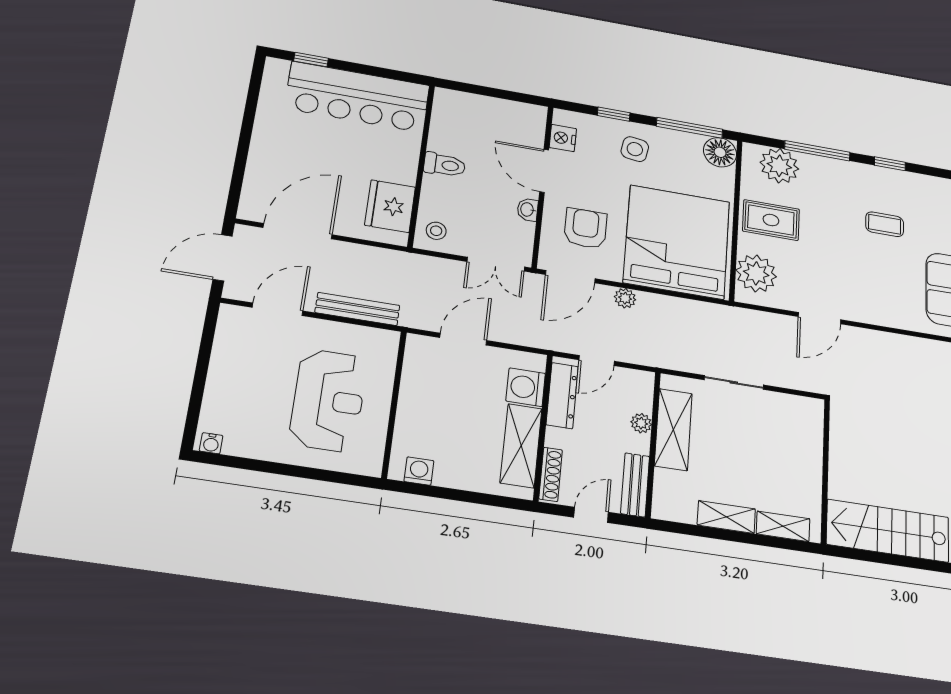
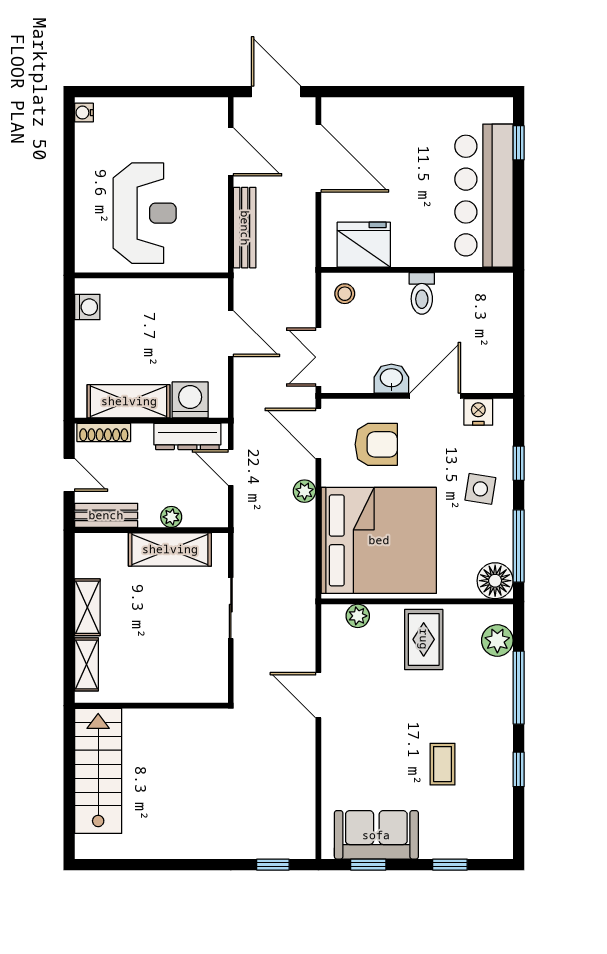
plant: (779, 166) -> (497, 640), width x0.73, depth x0.73
washbasin: (528, 210) -> (391, 379), width x1.38, depth x1.45
plant: (756, 273) -> (358, 616), width x0.53, depth x0.53
reception desk: (328, 400) -> (145, 213), turned -90

